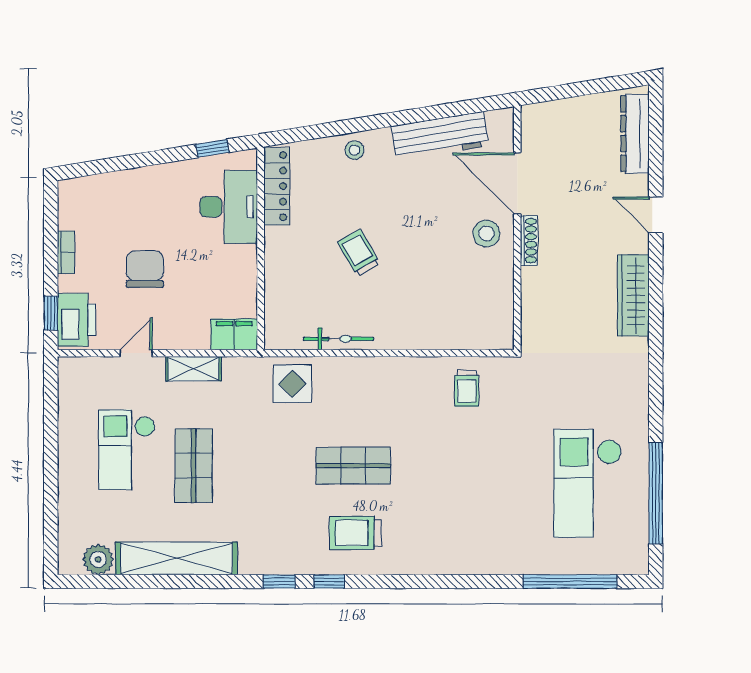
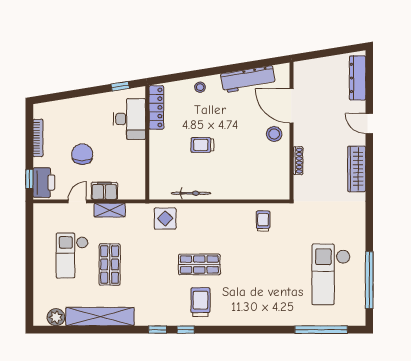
shoe rack: (529, 241) -> (298, 161), moved
bookcase: (66, 252) -> (38, 138), width x1.56
trolley: (359, 253) -> (202, 145), turned -60
filing cabinet: (234, 334) -> (104, 191), moved
trolley: (467, 388) -> (263, 221), turned 180
trolley: (355, 533) -> (200, 302), turned 90

